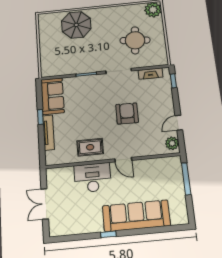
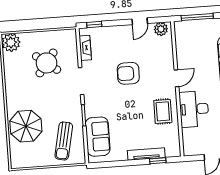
round table: (135, 40) -> (47, 63), turned 32
sun lounger: (62, 58) -> (64, 141), added
sofa: (52, 96) -> (98, 137), moved, turned 90
window: (40, 117) -> (158, 161), moved
door: (179, 123) -> (140, 21), hinge flipped

